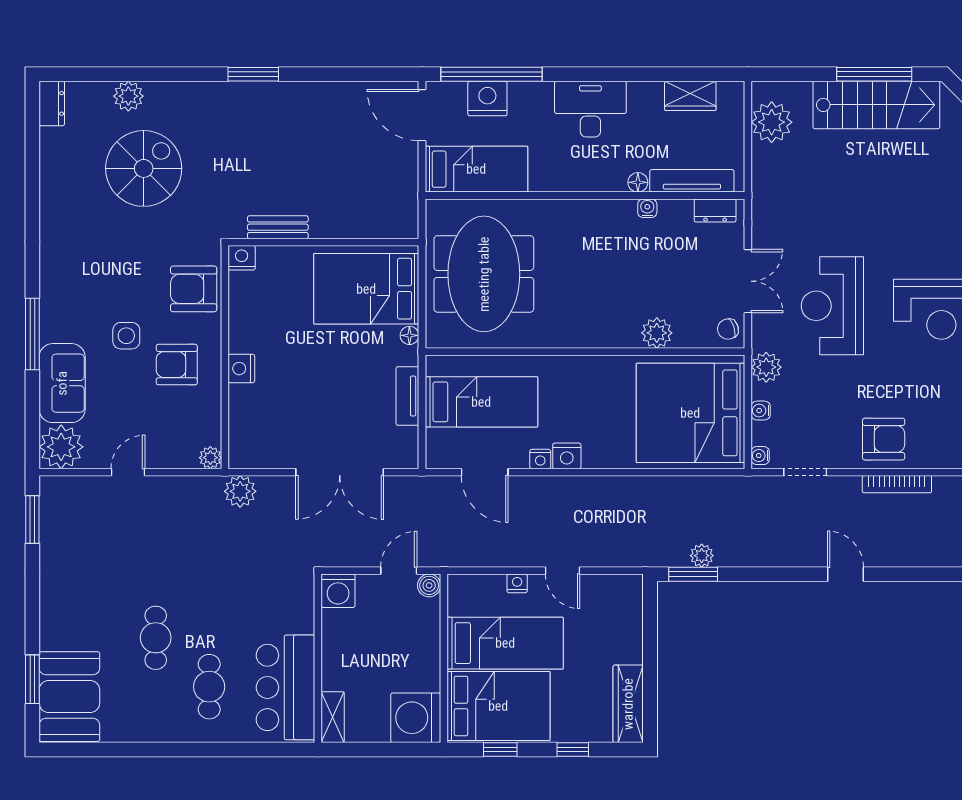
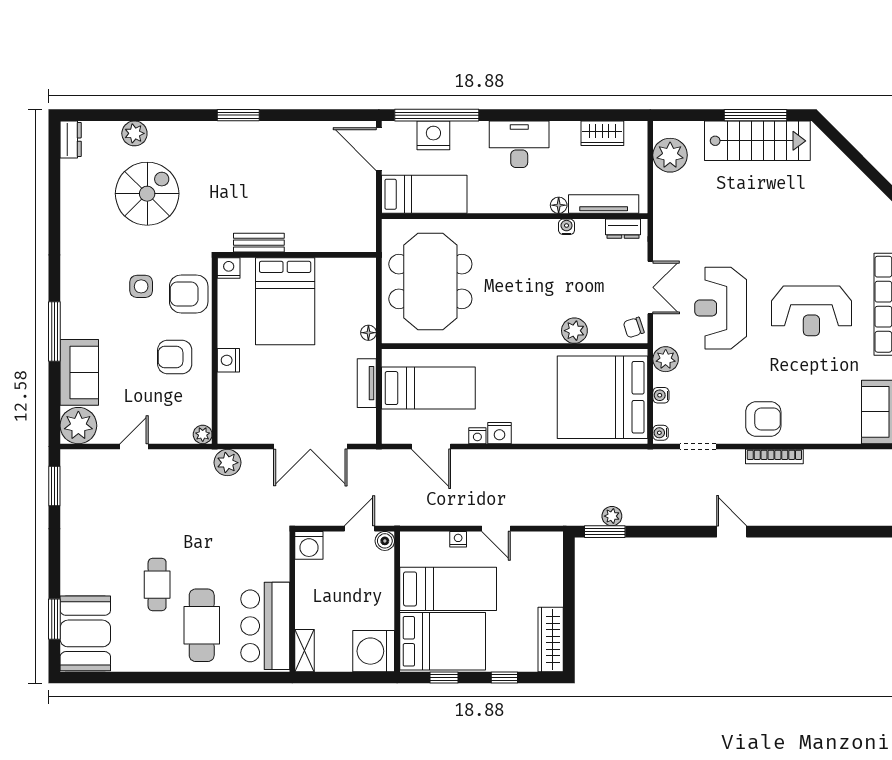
bed: (366, 289) -> (285, 301), moved, turned -90
side table: (126, 336) -> (141, 286), moved
cafe table: (209, 687) -> (202, 625), width x1.37, depth x1.35

